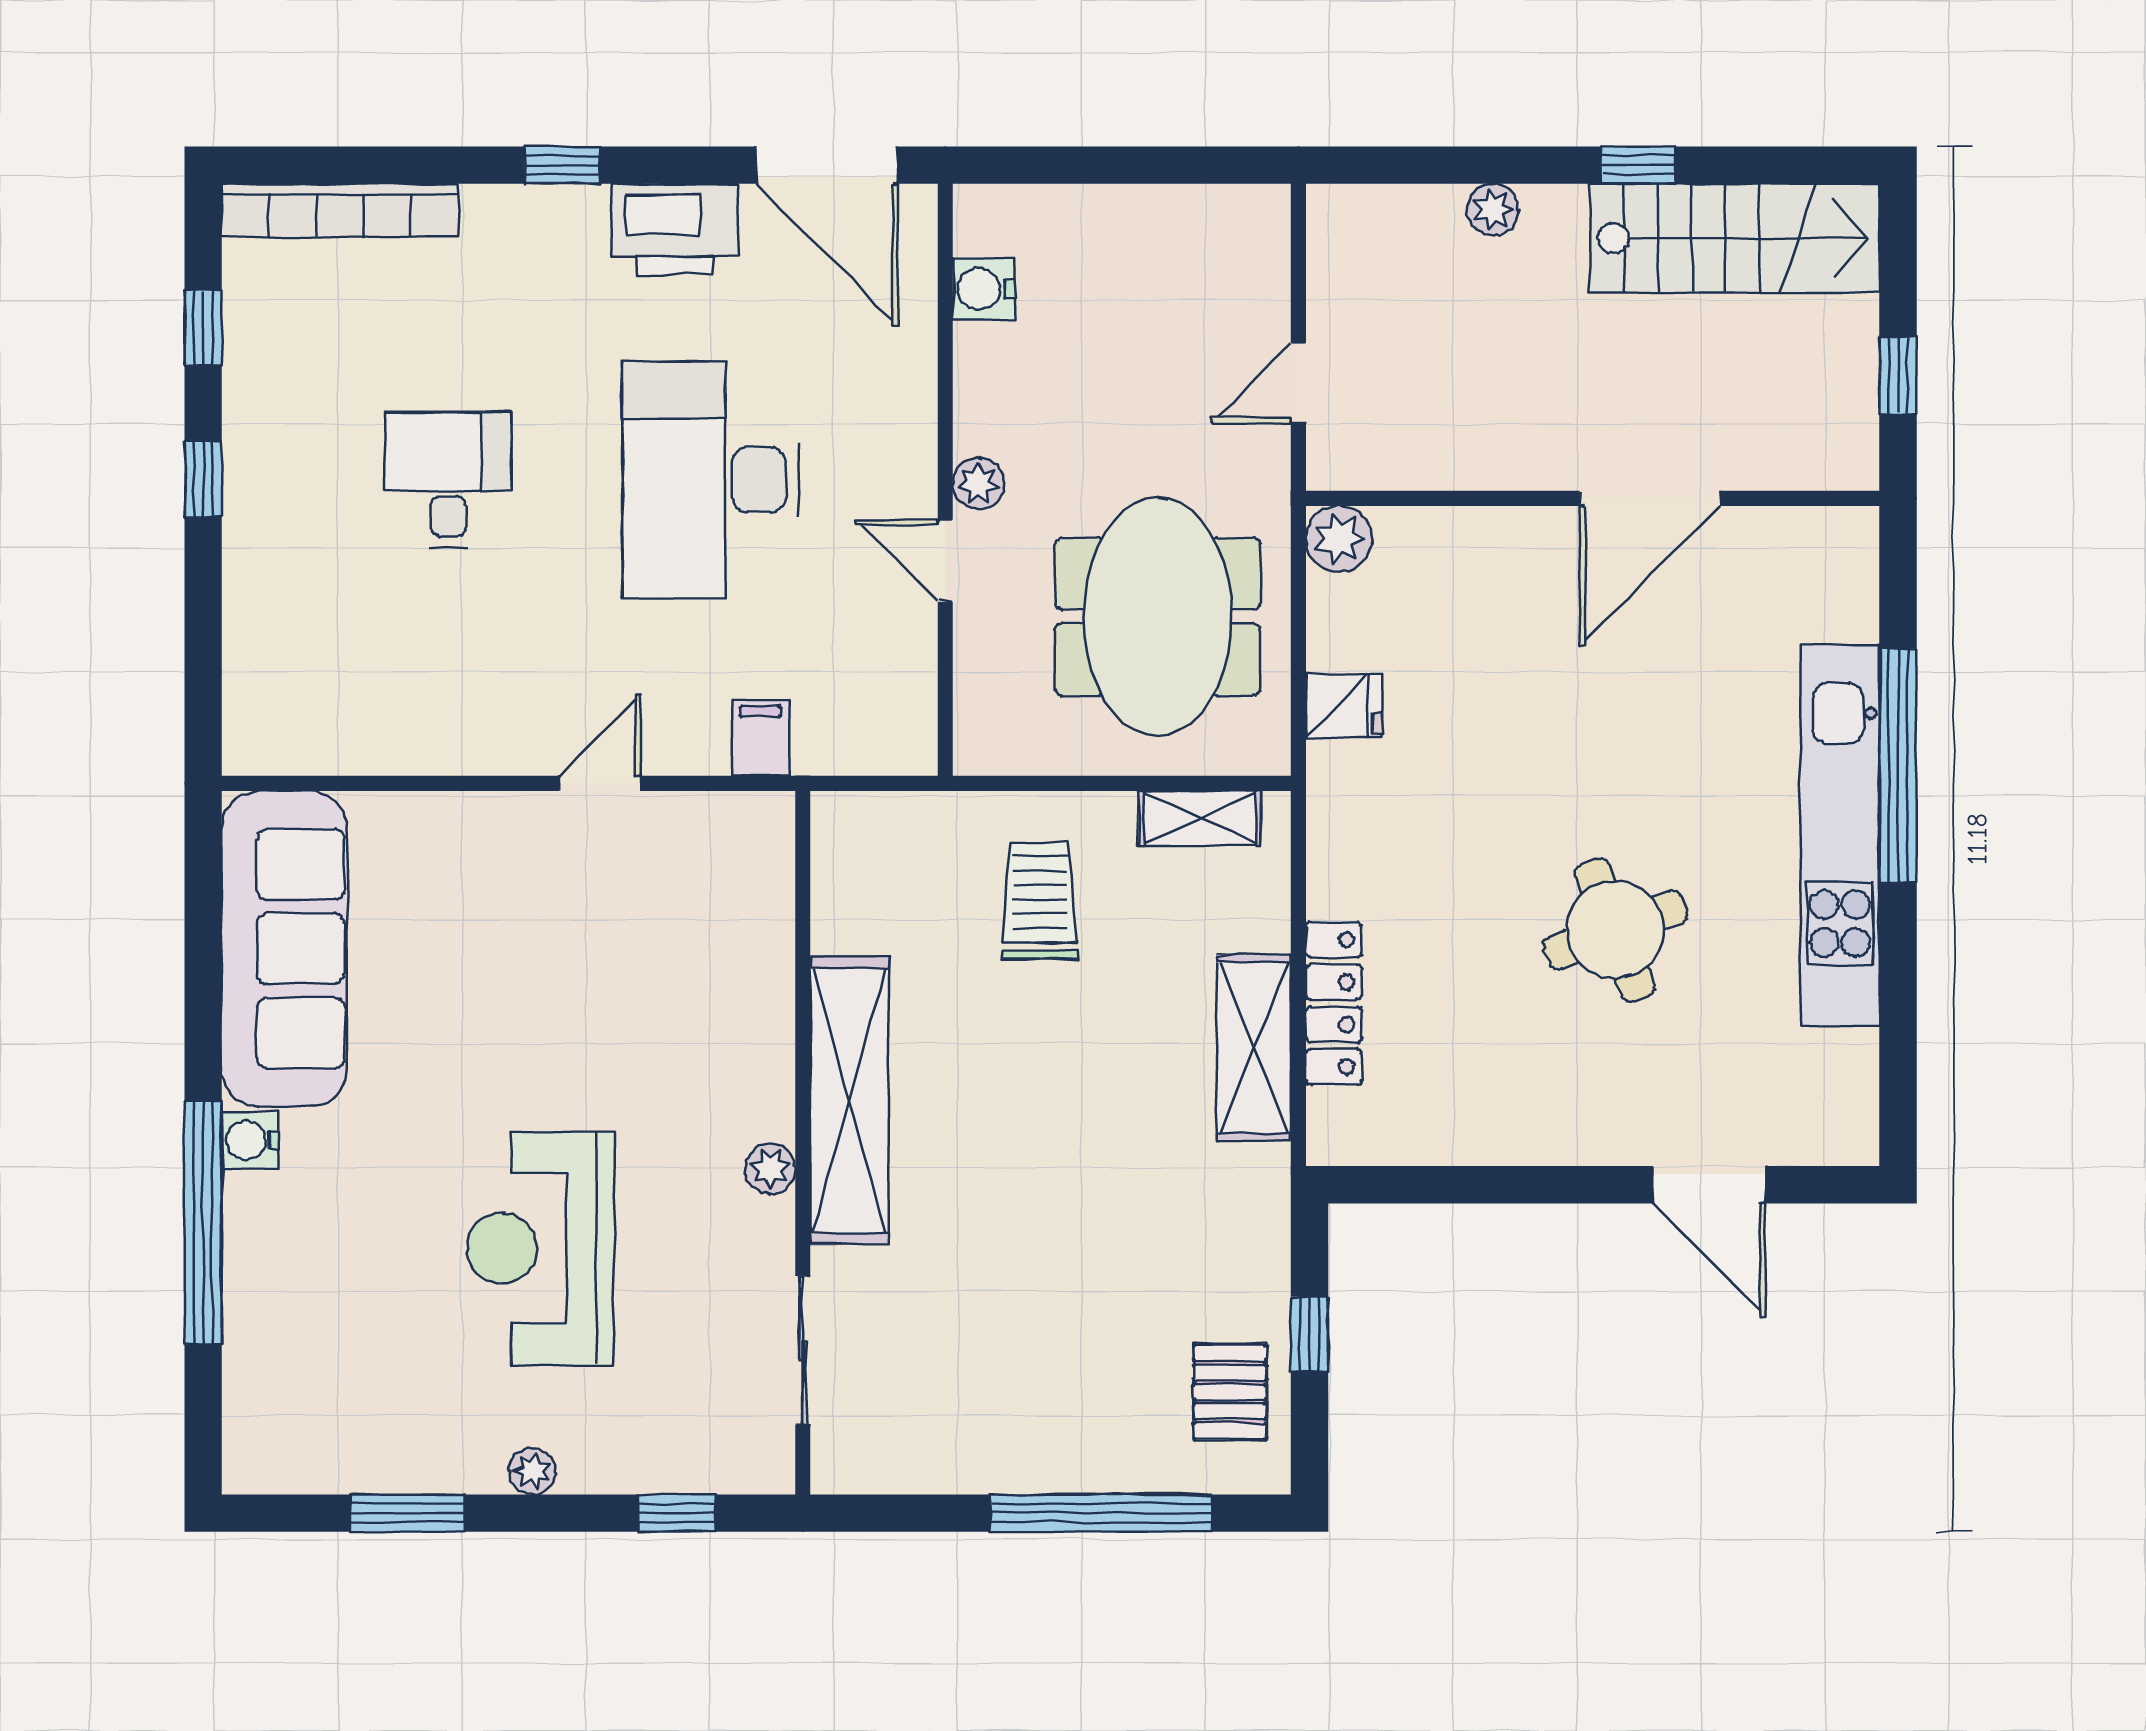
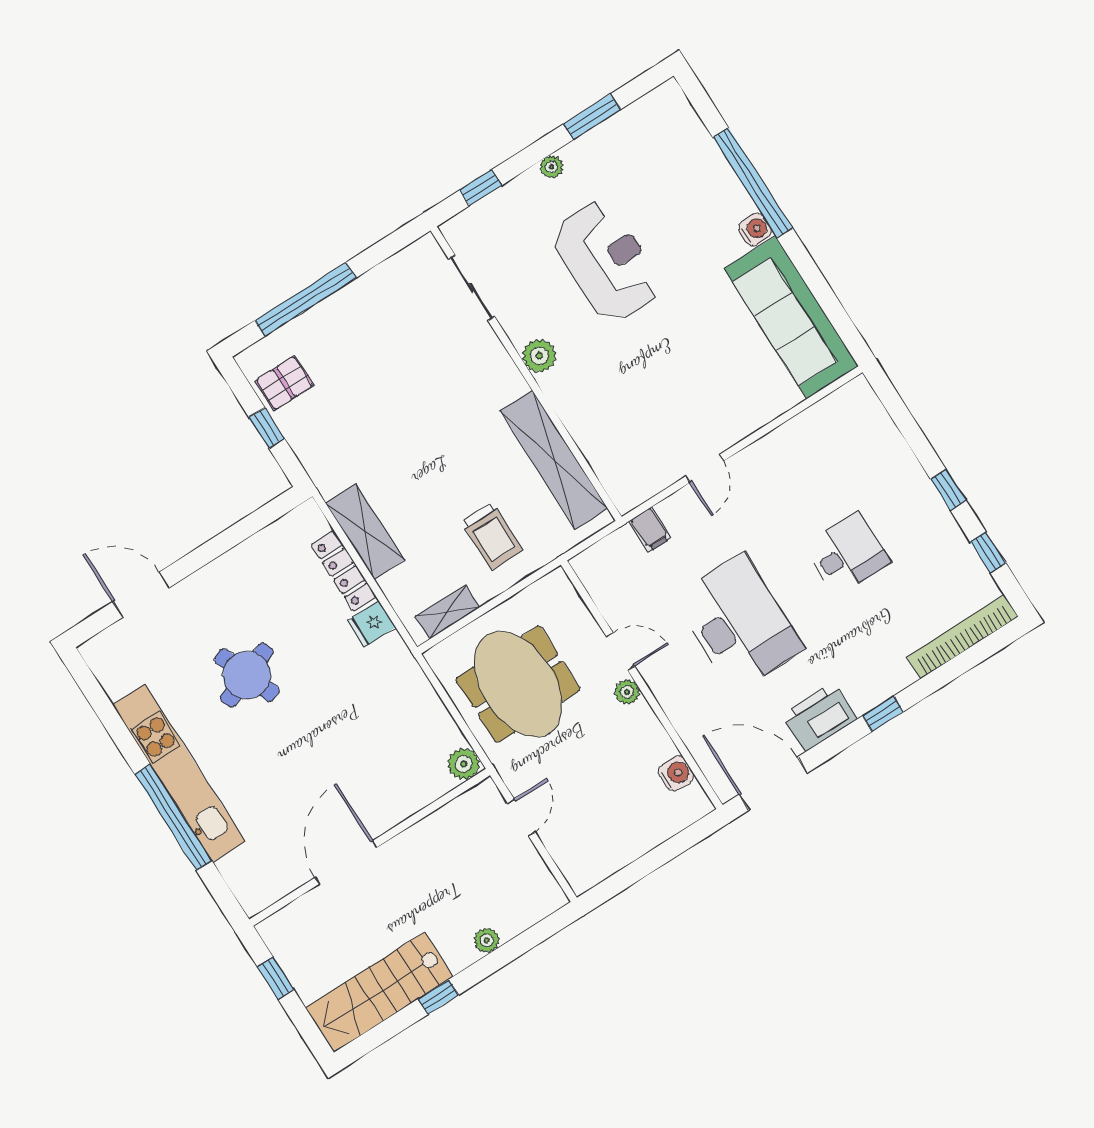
desk: (448, 480) -> (847, 554), turned -90
fridge: (1344, 706) -> (371, 624), moved
shelving: (849, 1101) -> (554, 460), moved
plant: (770, 1169) -> (539, 356), width x1.38, depth x1.38
pallet: (1230, 1392) -> (284, 383), turned 90

